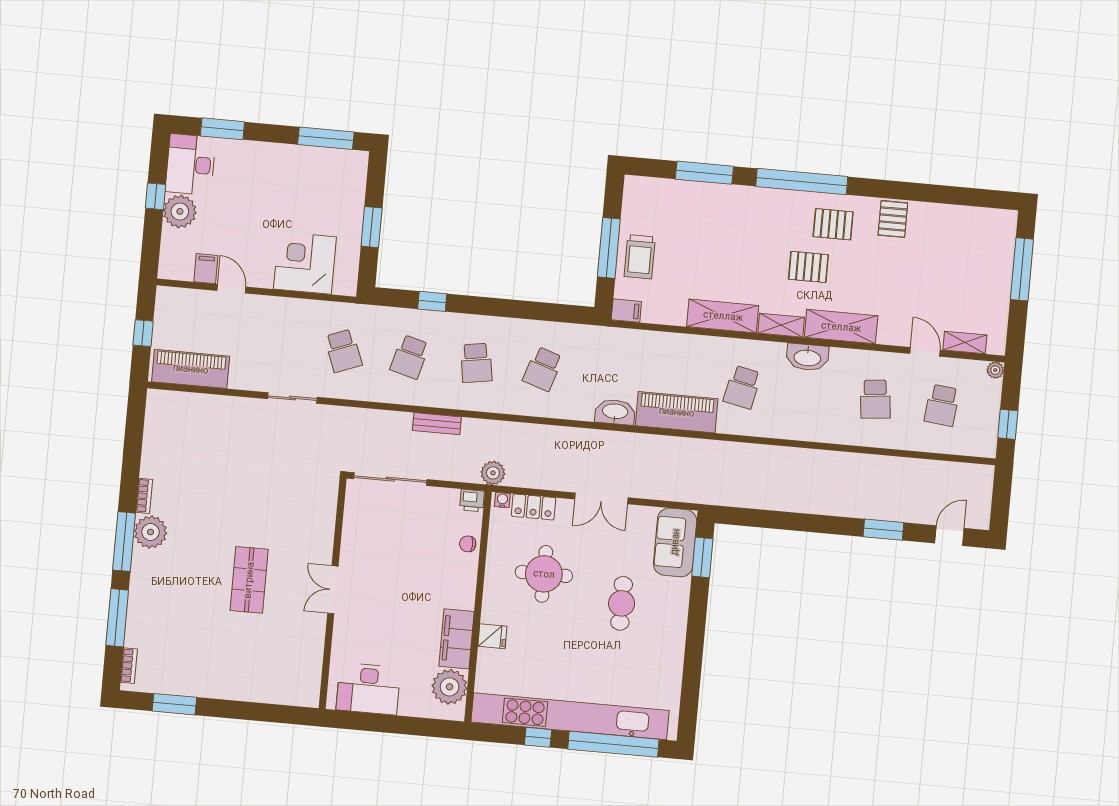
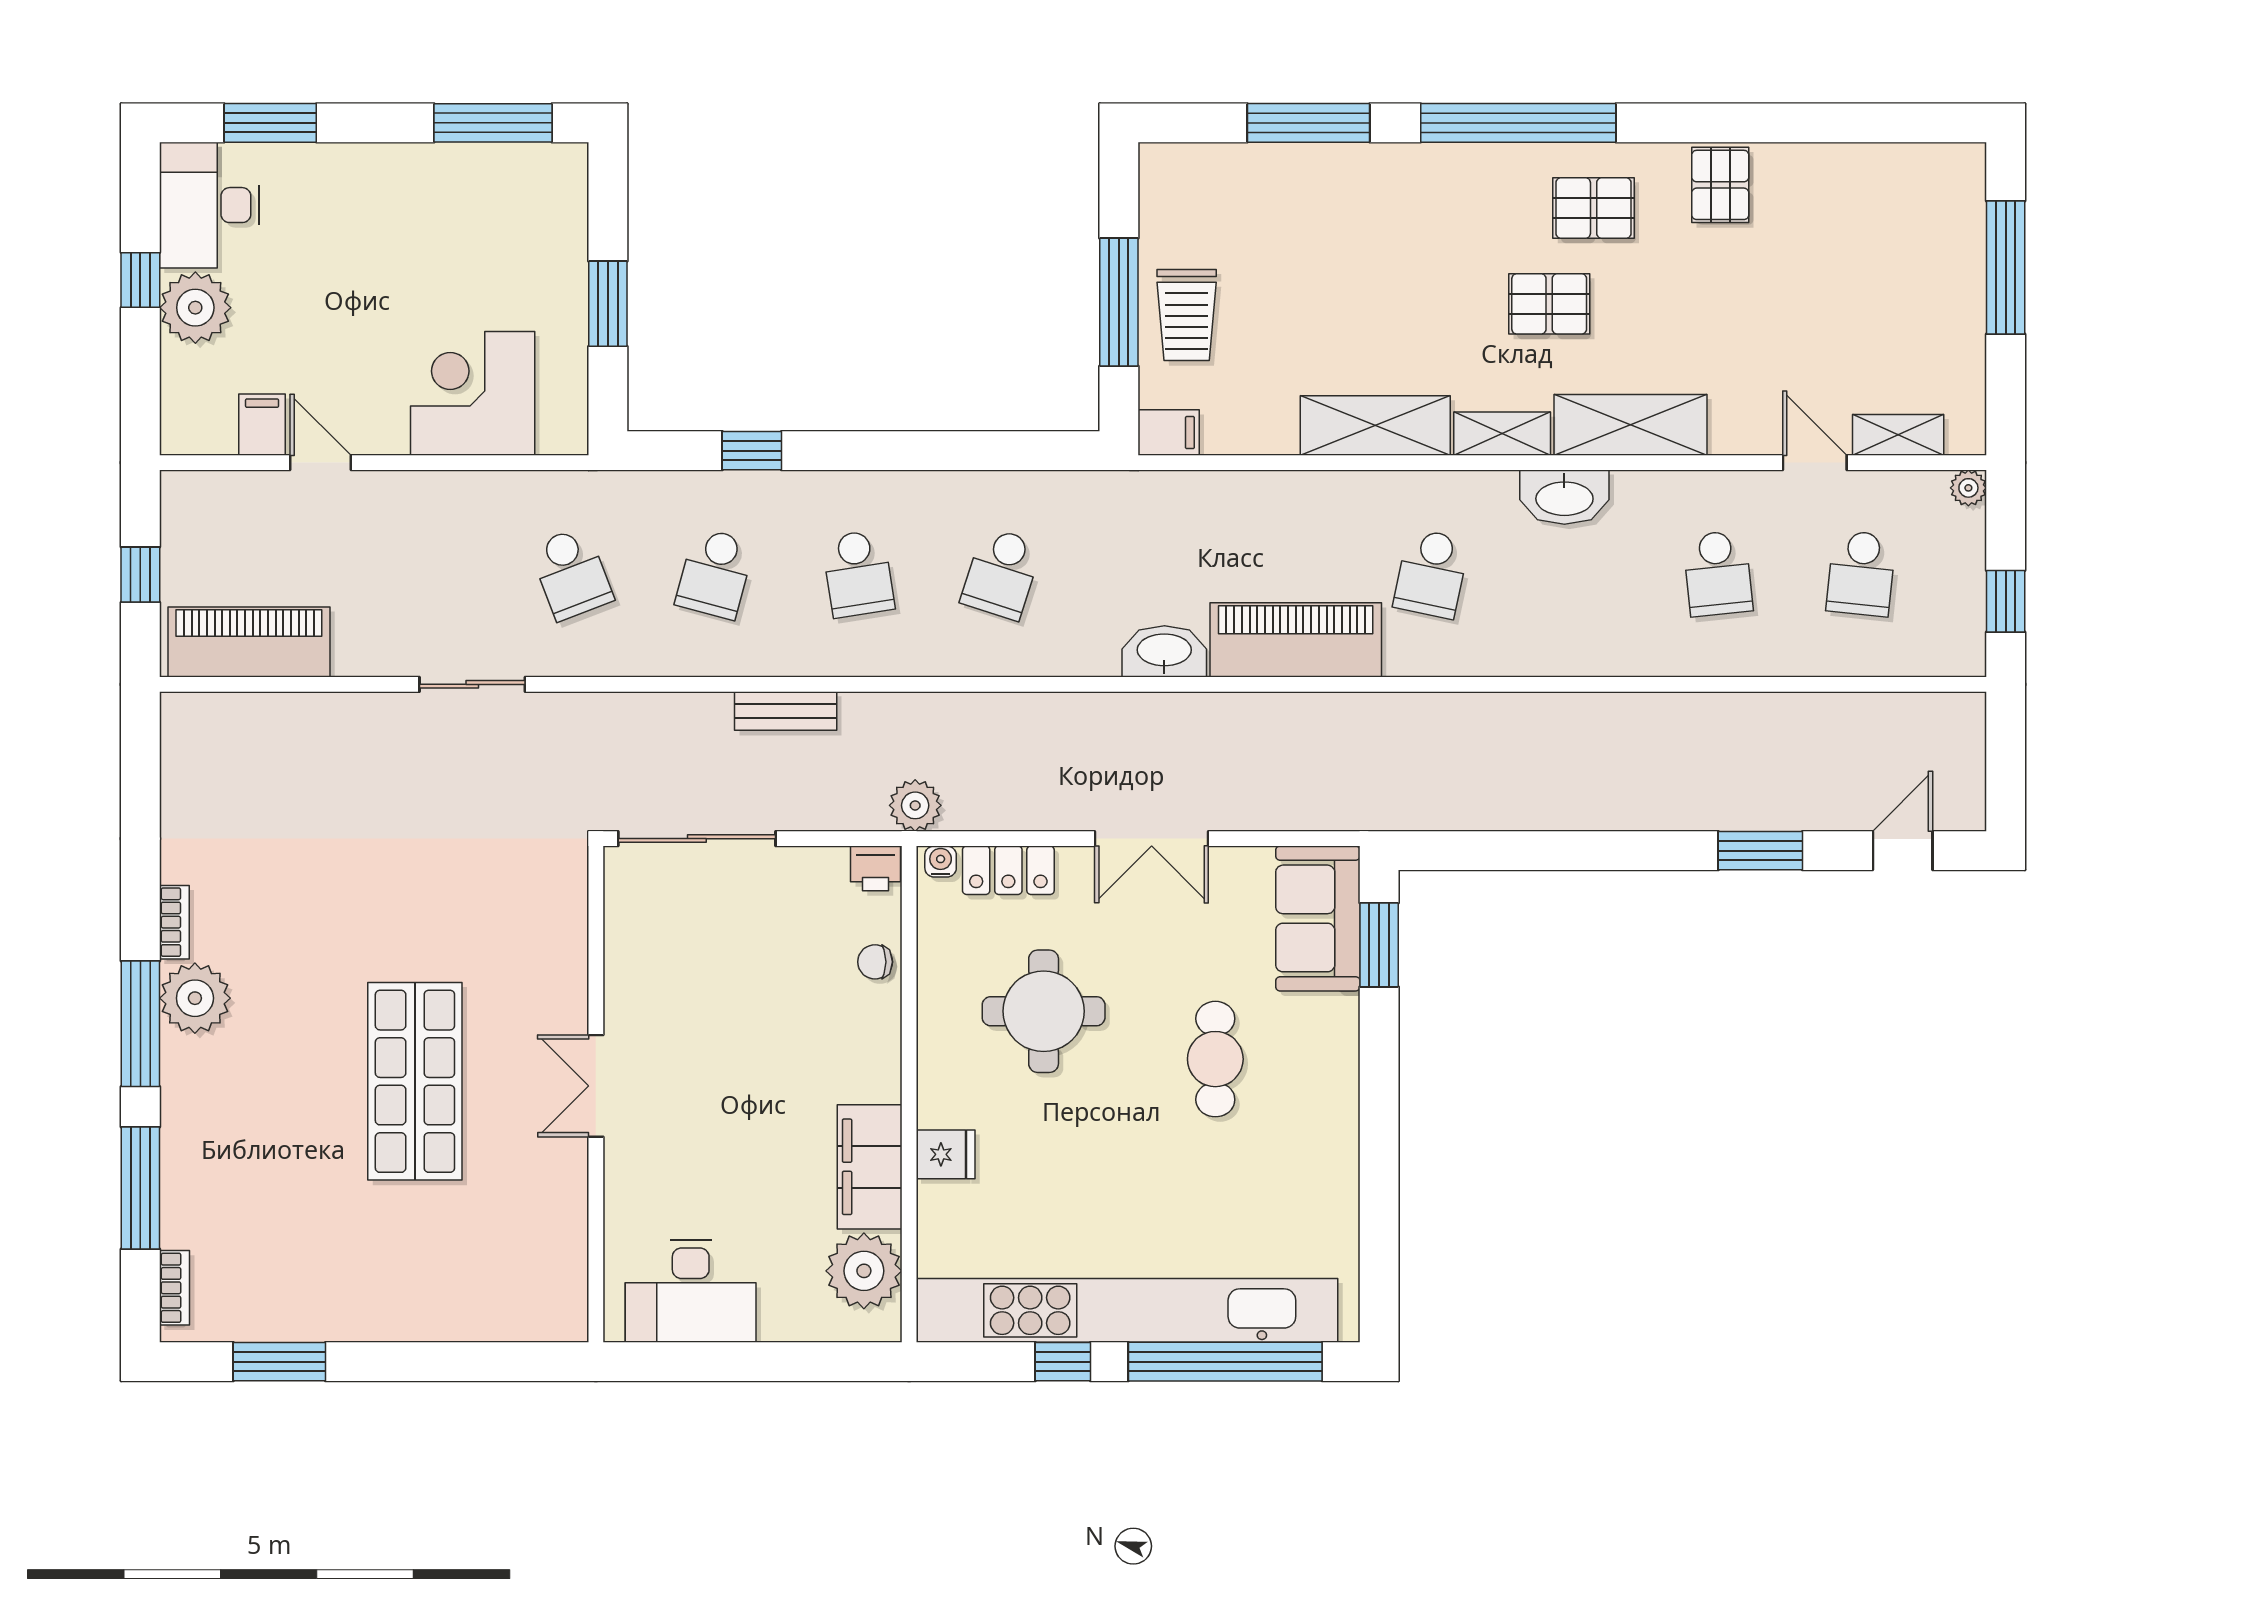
shop shelf: (249, 580) -> (415, 1081), width x1.43, depth x1.36

